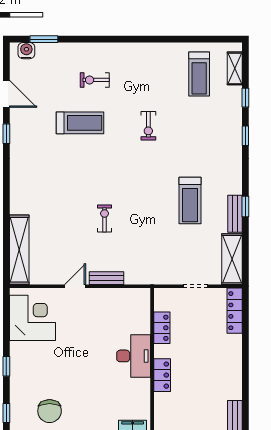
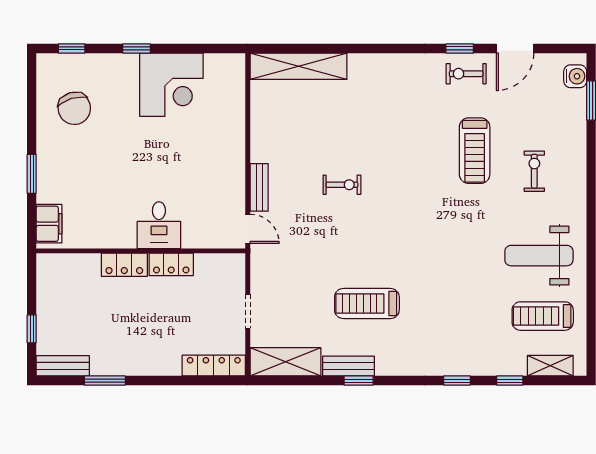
weight bench: (156, 77) -> (539, 256), added
exercise bike: (148, 126) -> (466, 74), moved
door: (75, 286) -> (248, 229), moved
corner desk: (33, 318) -> (171, 85), moved
locker: (162, 328) -> (171, 264), moved
desk: (134, 356) -> (159, 225), width x0.73
window: (245, 389) -> (105, 381), added
chair: (50, 411) -> (74, 108), turned -107

